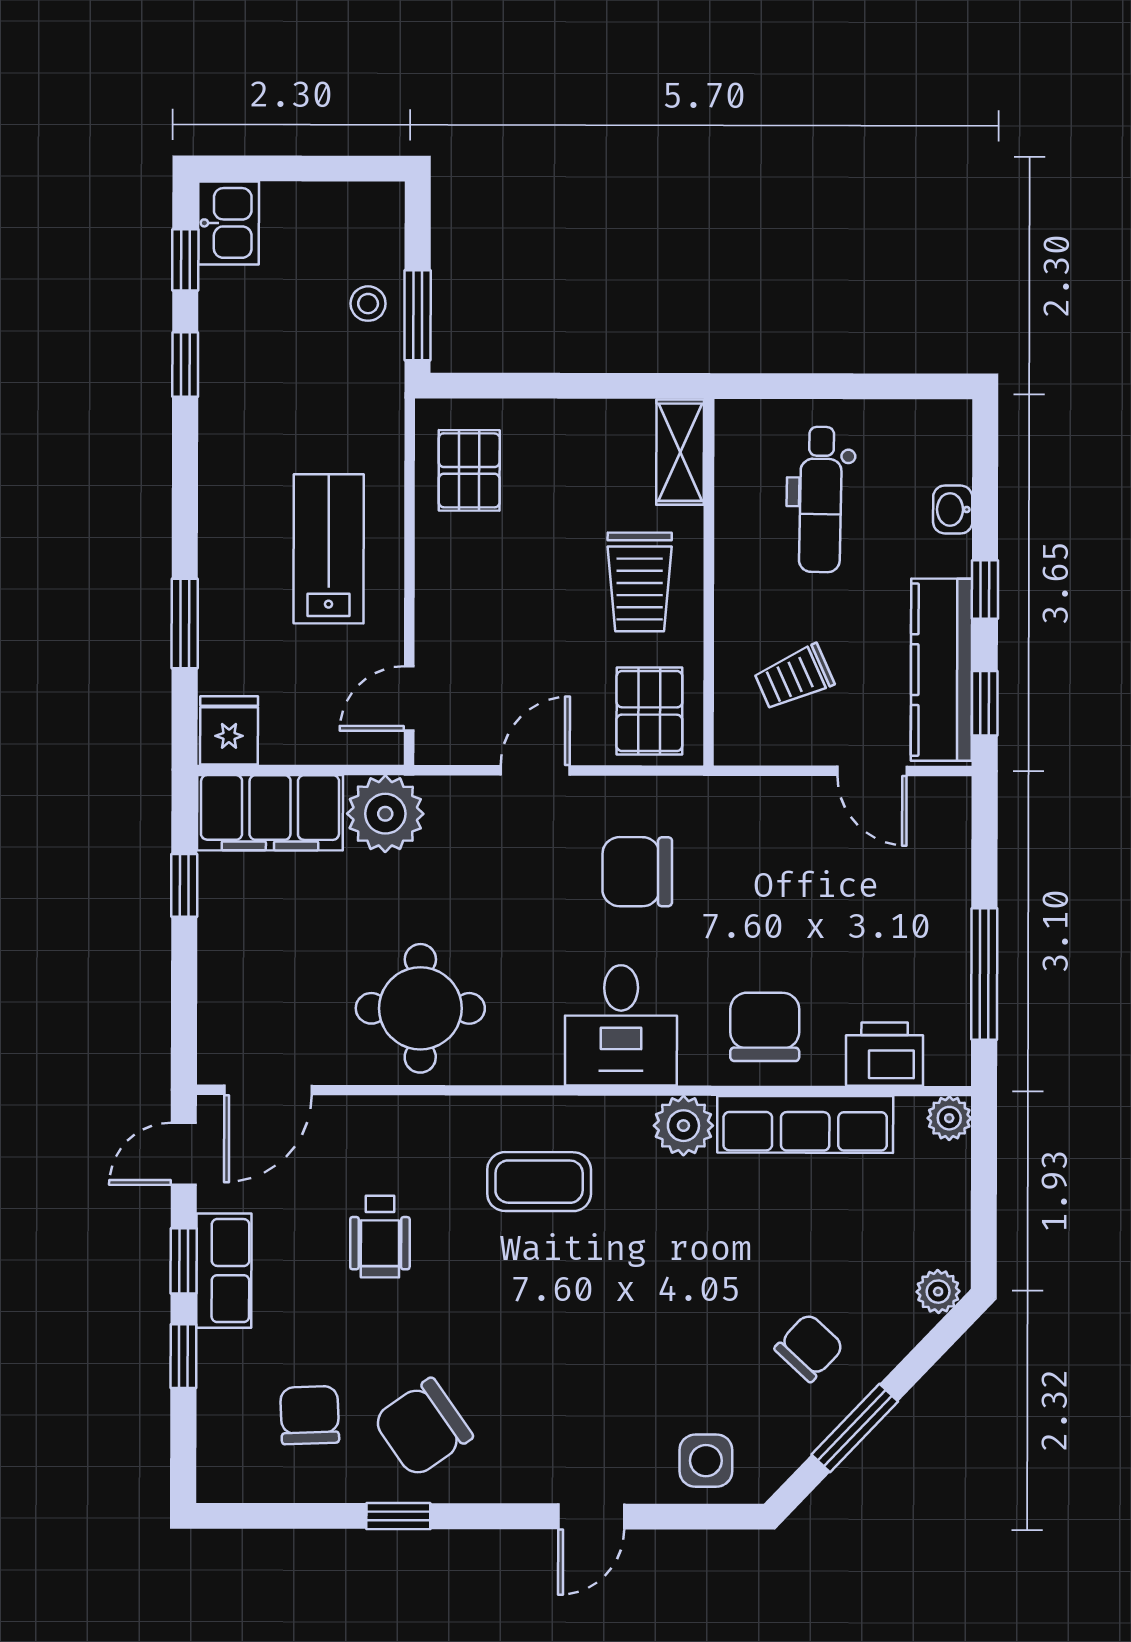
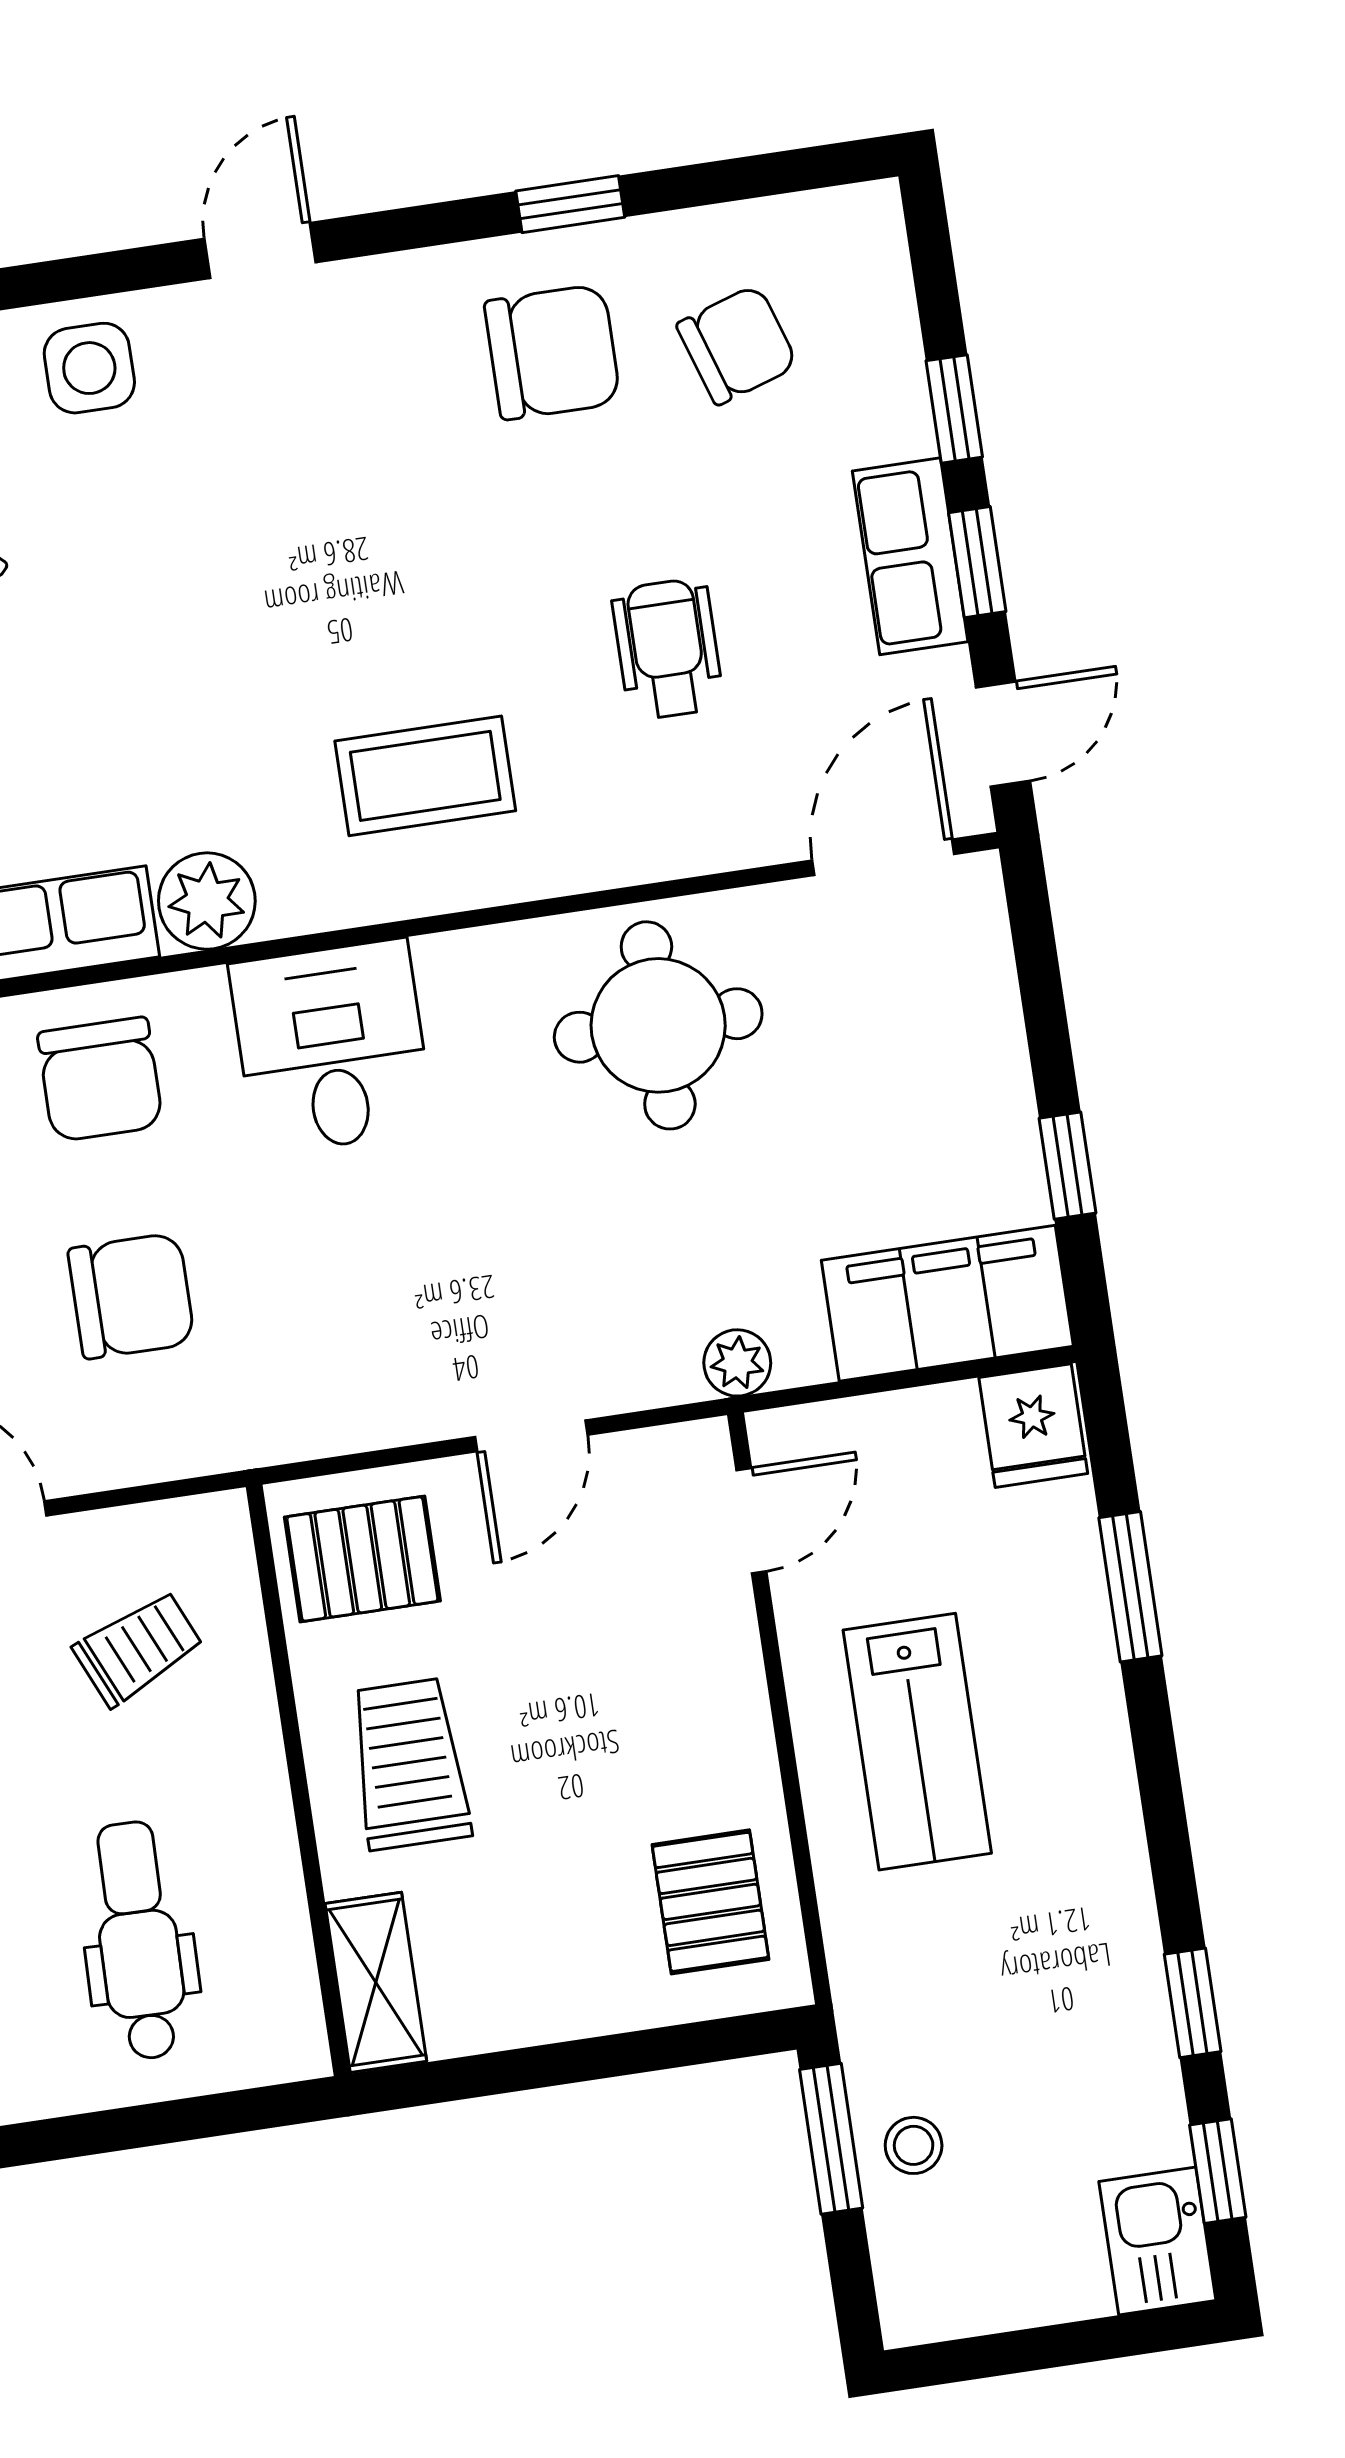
pallet: (649, 711) -> (362, 1559), turned 90
plant: (385, 814) -> (737, 1363), width x0.53, depth x0.53
chair: (637, 872) -> (131, 1296), moved
chair: (310, 1415) -> (737, 345), turned -106
chair: (423, 1428) -> (552, 352), turned 35

